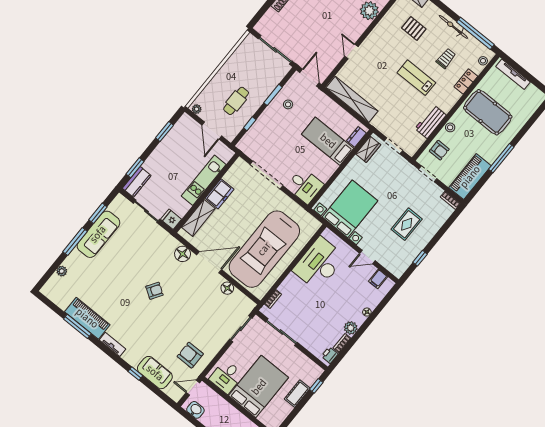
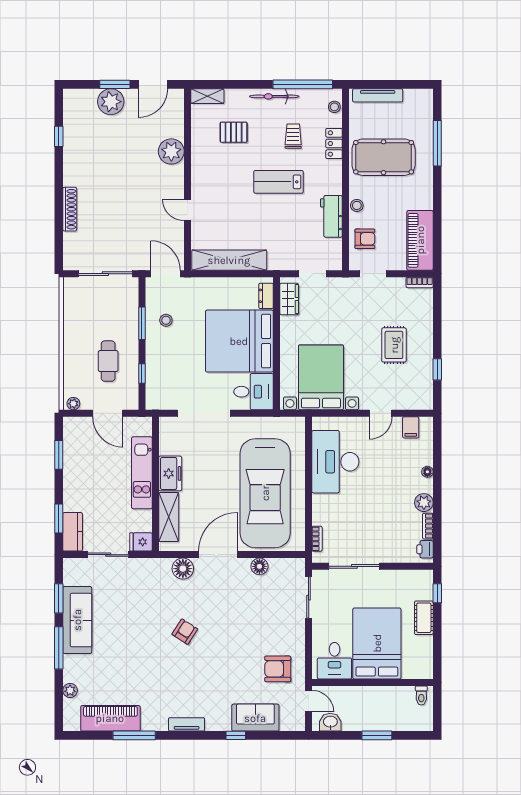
bed: (328, 141) -> (239, 341), width x2.04
window: (501, 158) -> (437, 143), moved
piano: (87, 318) -> (110, 718), moved
door: (193, 388) -> (309, 701), swing flipped

